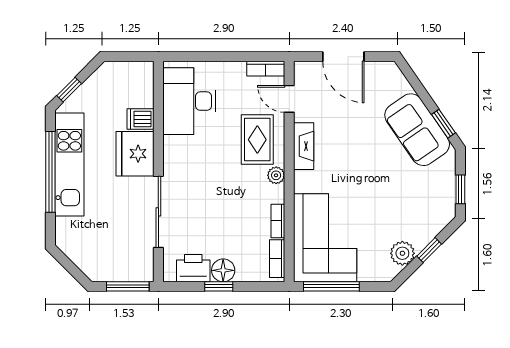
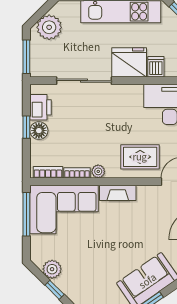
fireplace: (304, 146) -> (118, 193), moved
plant: (276, 175) -> (98, 171), moved
plant: (90, 257) -> (49, 27), added

